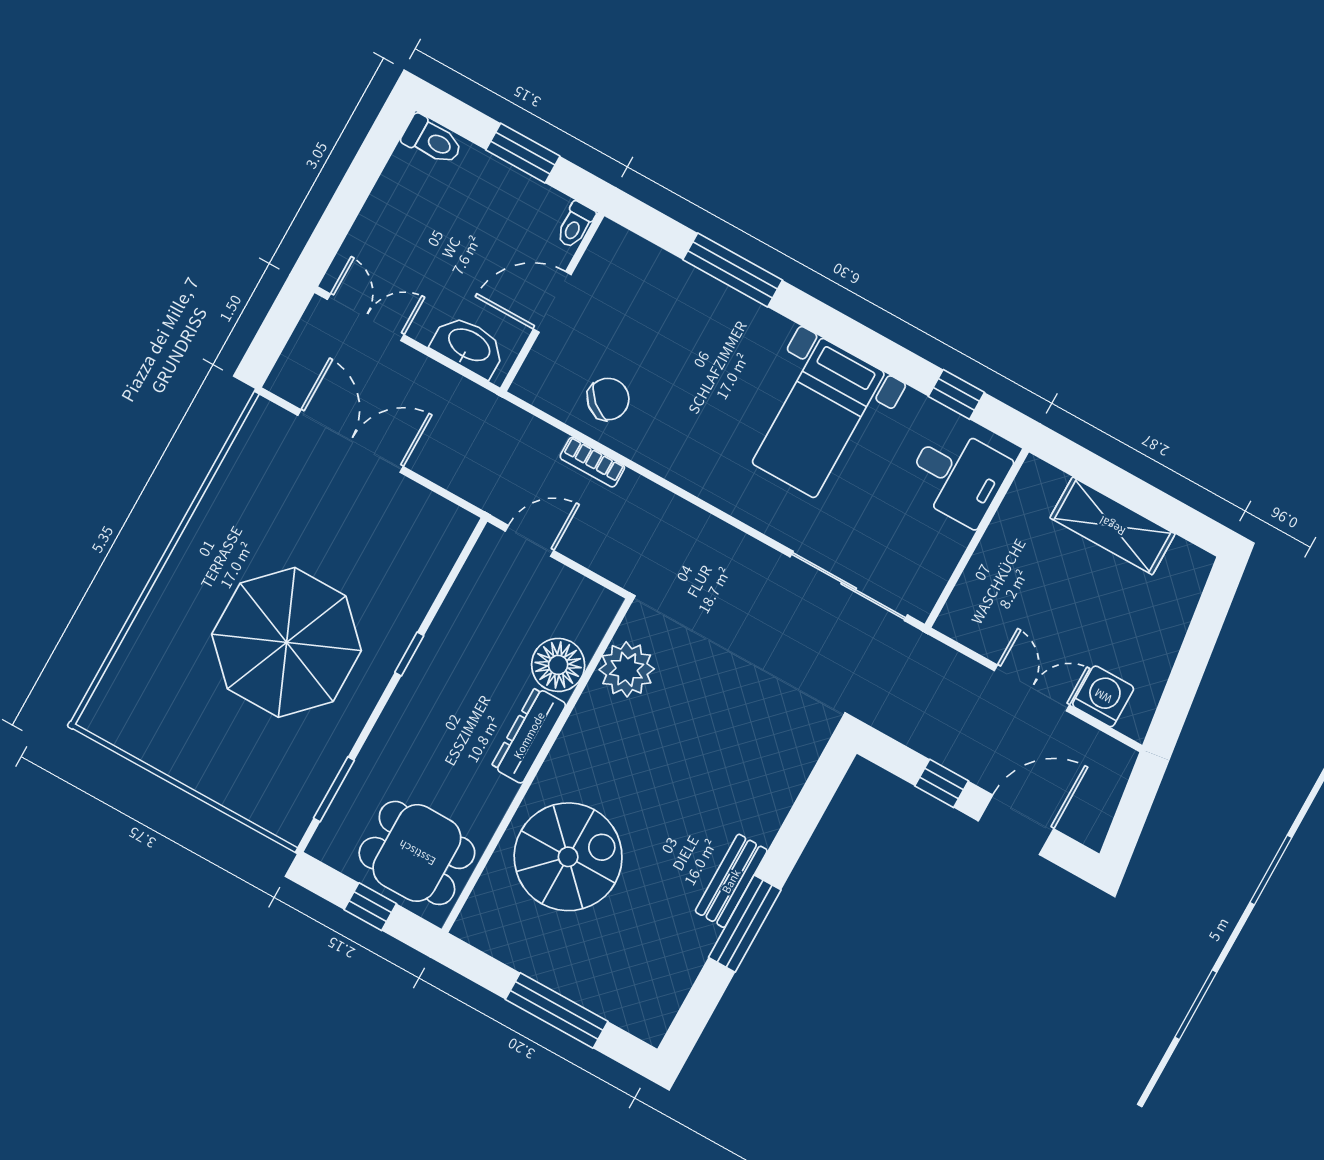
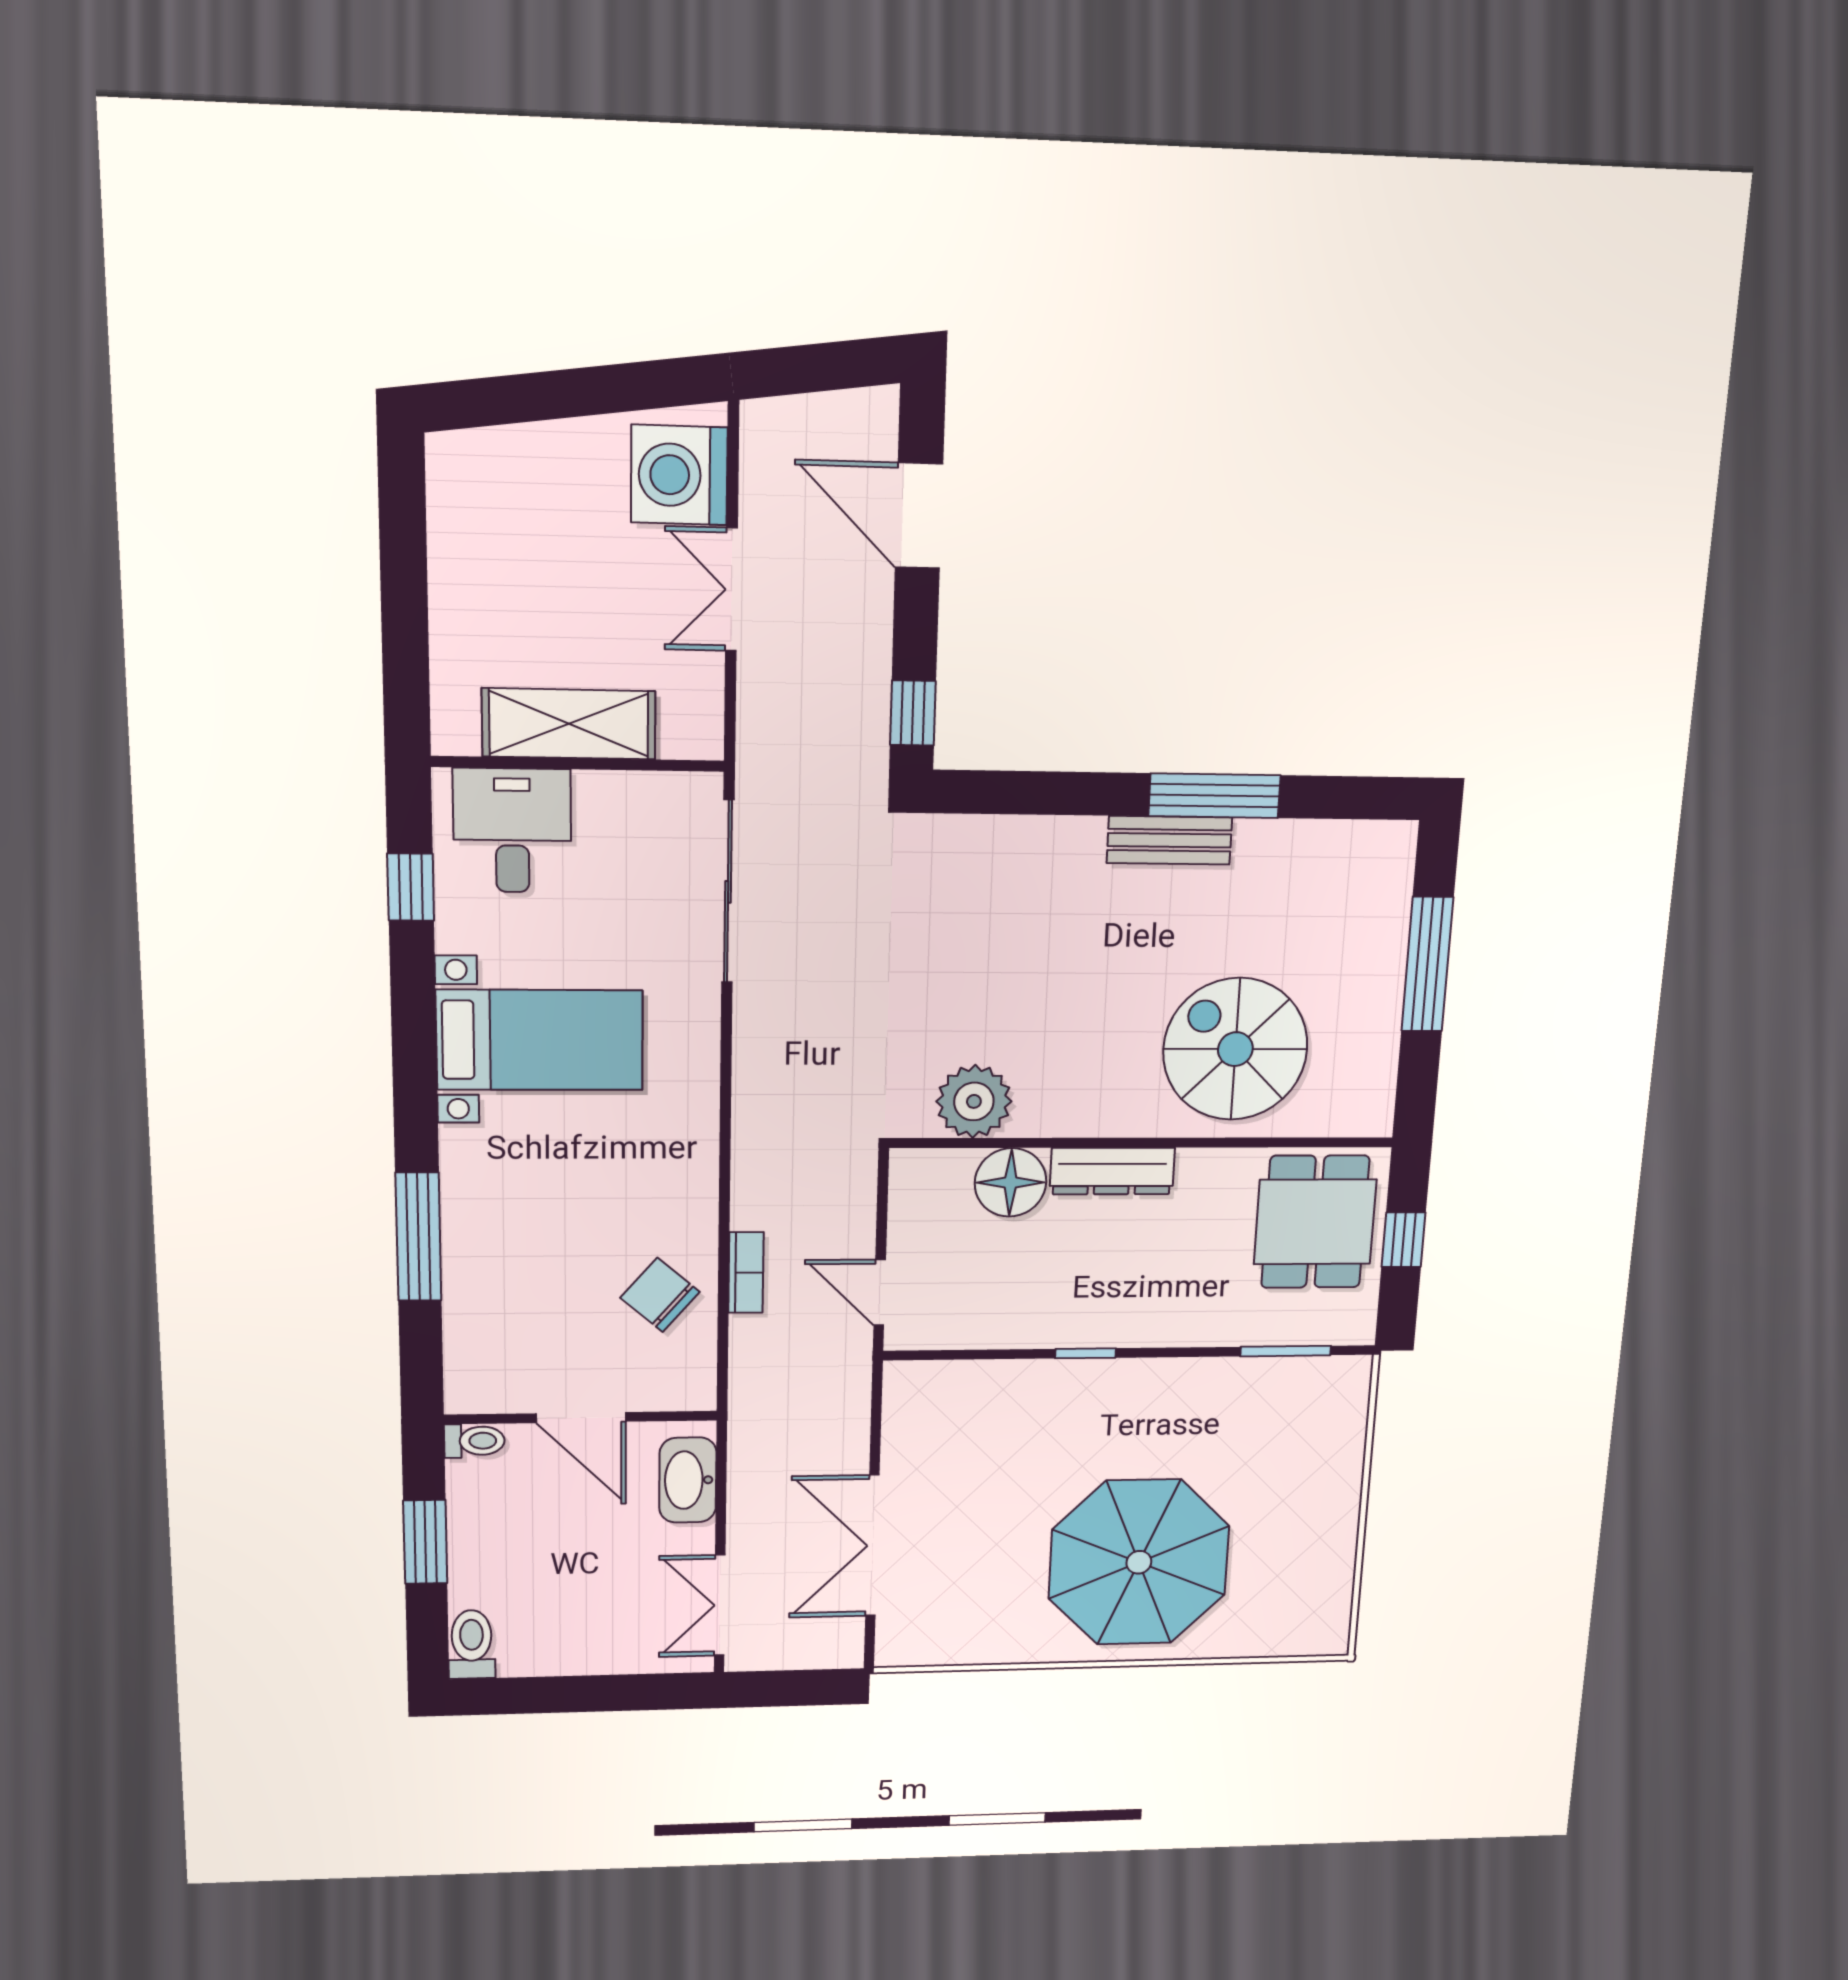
shelving: (1112, 526) -> (569, 724), moved, turned 90
parasol: (287, 642) -> (1139, 1562), moved
washing machine: (1103, 696) -> (679, 475), width x1.37, depth x1.37
window: (942, 783) -> (913, 713), moved

